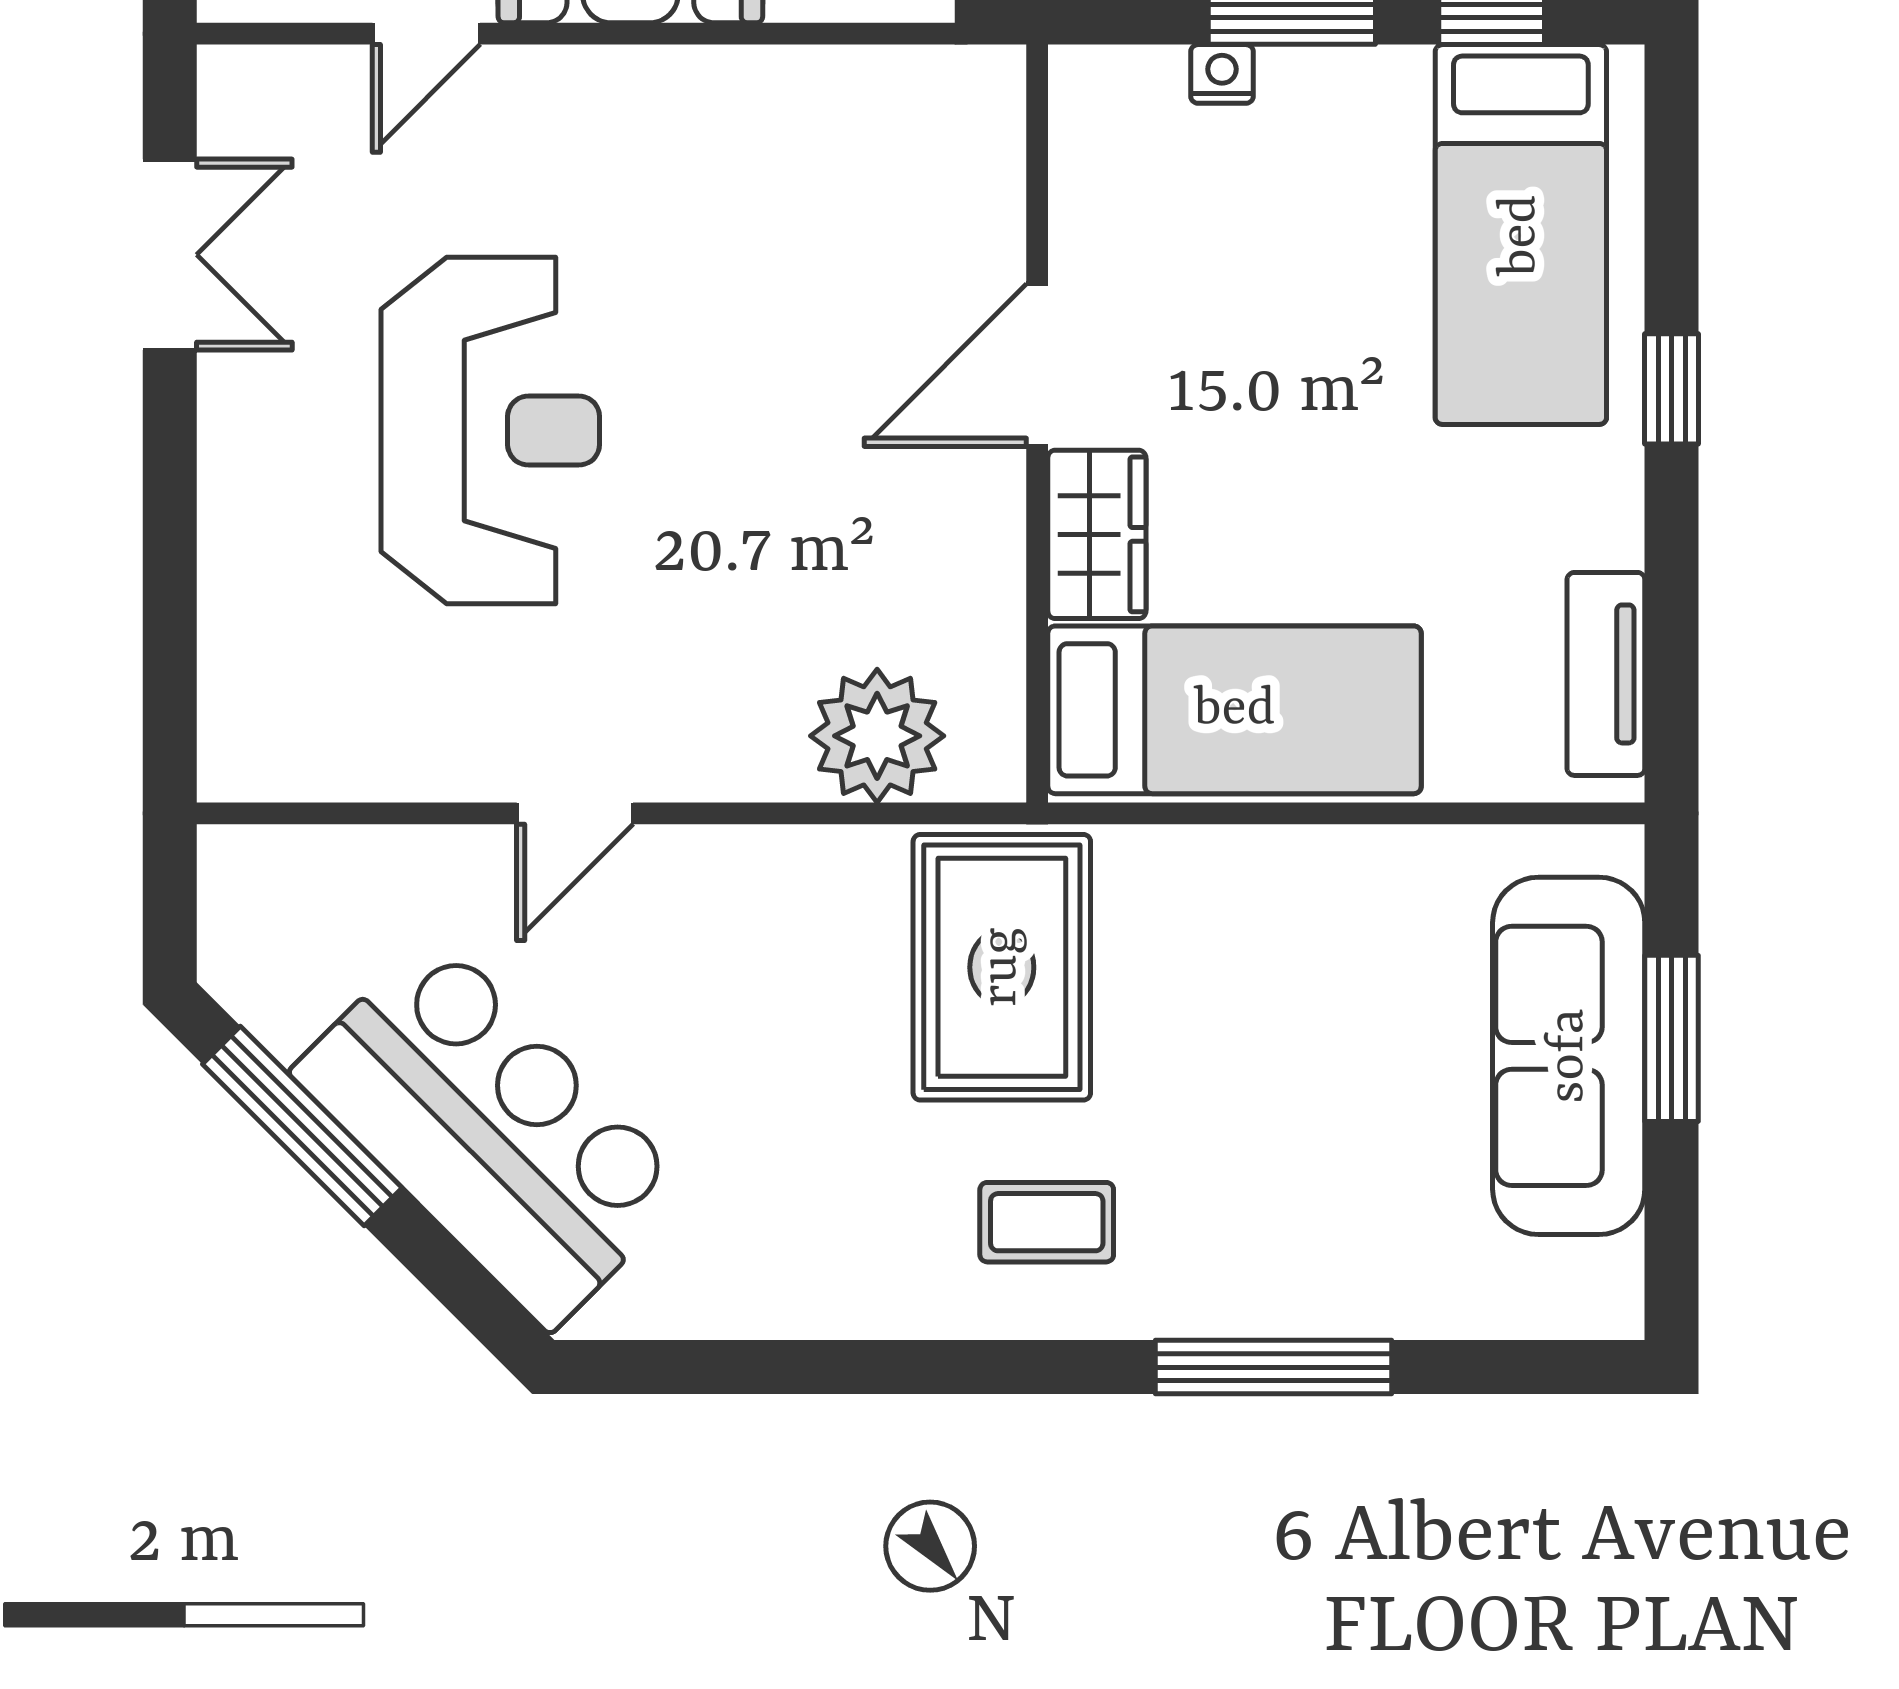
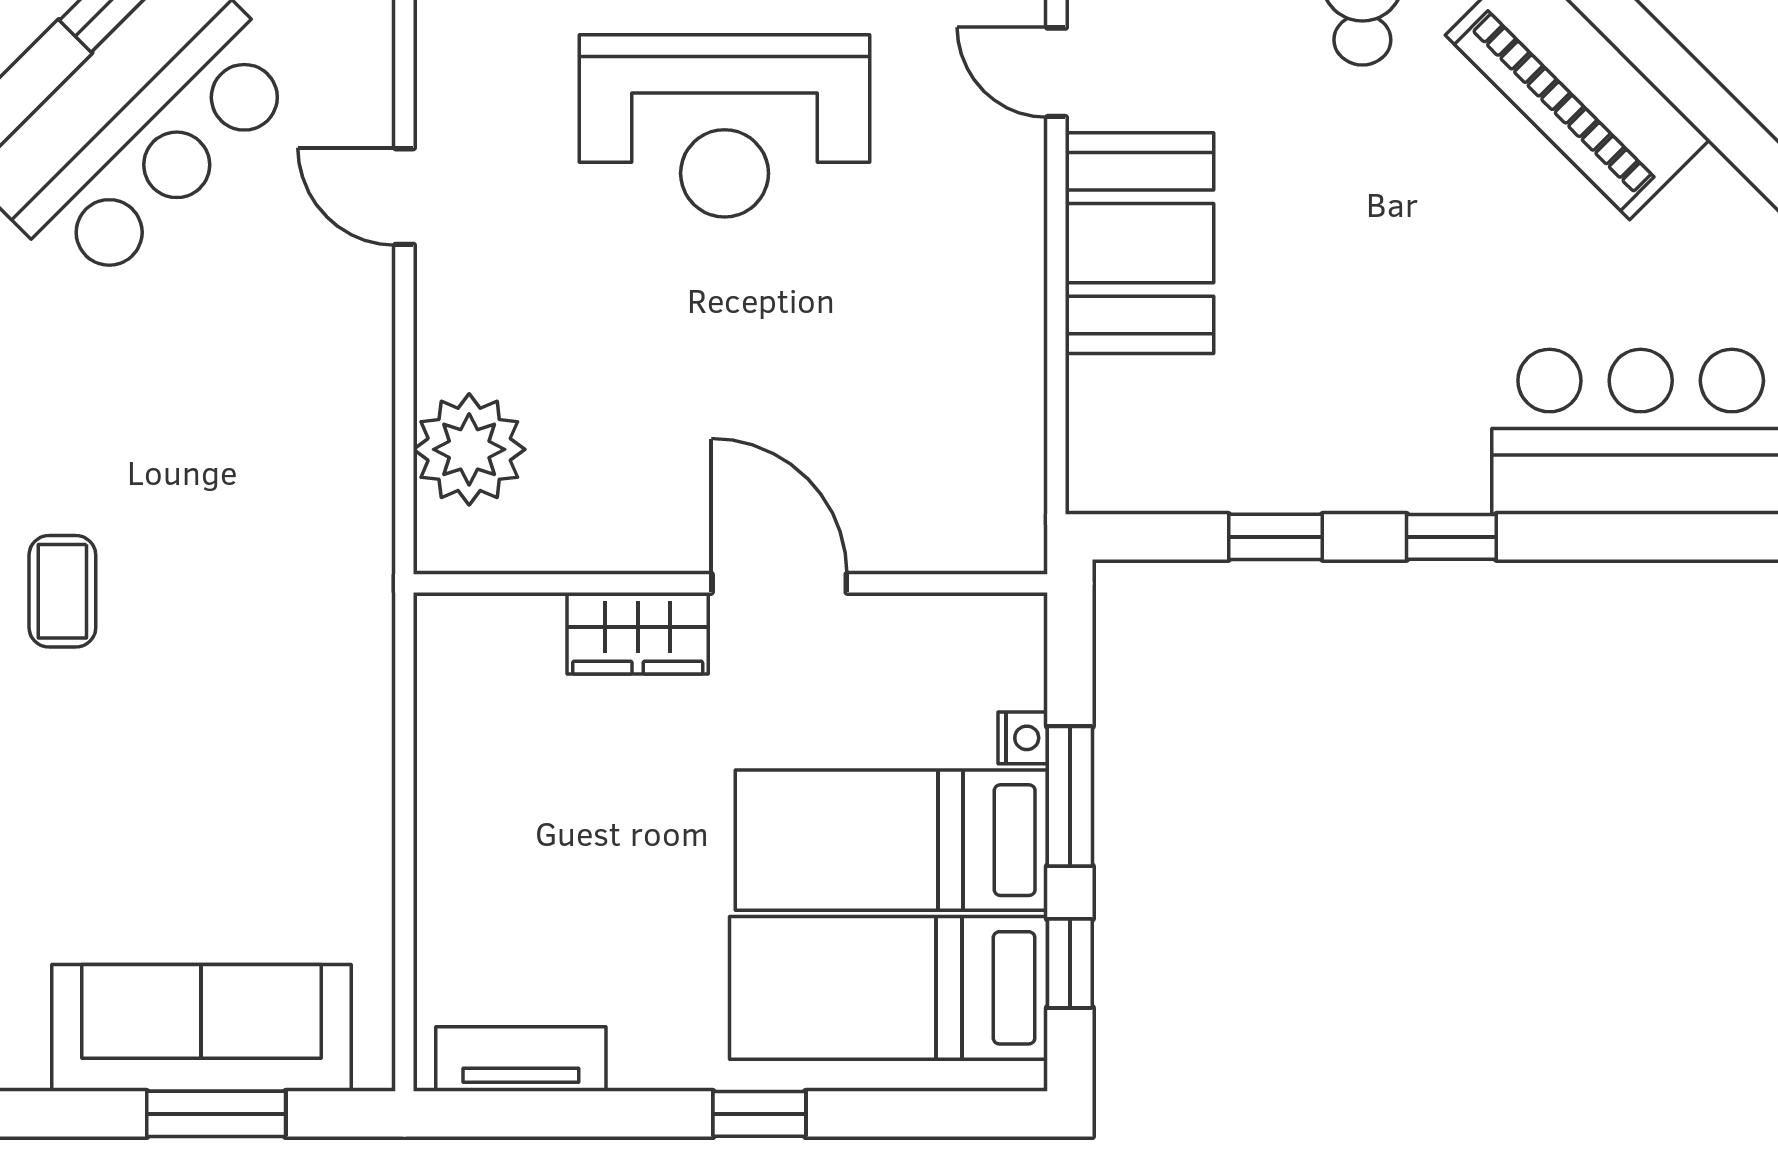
bed: (1235, 710) -> (891, 840), moved, turned 90
rug: (1002, 967) -> (276, 554), removed

